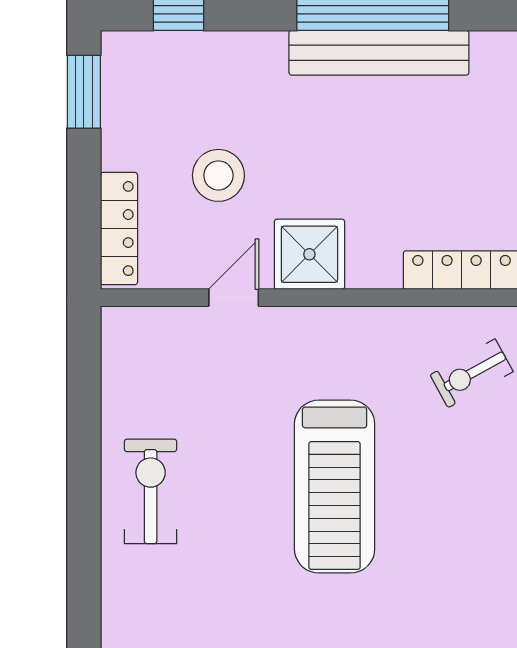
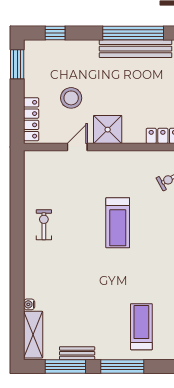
treadmill: (335, 487) -> (118, 223), width x0.73, depth x0.73
exercise bike: (151, 491) -> (44, 225), width x0.73, depth x0.72

